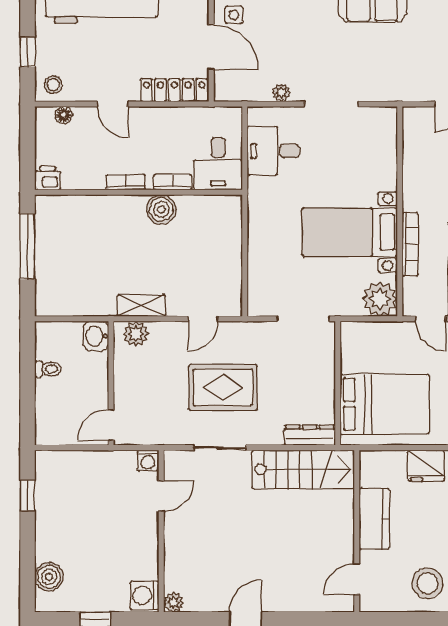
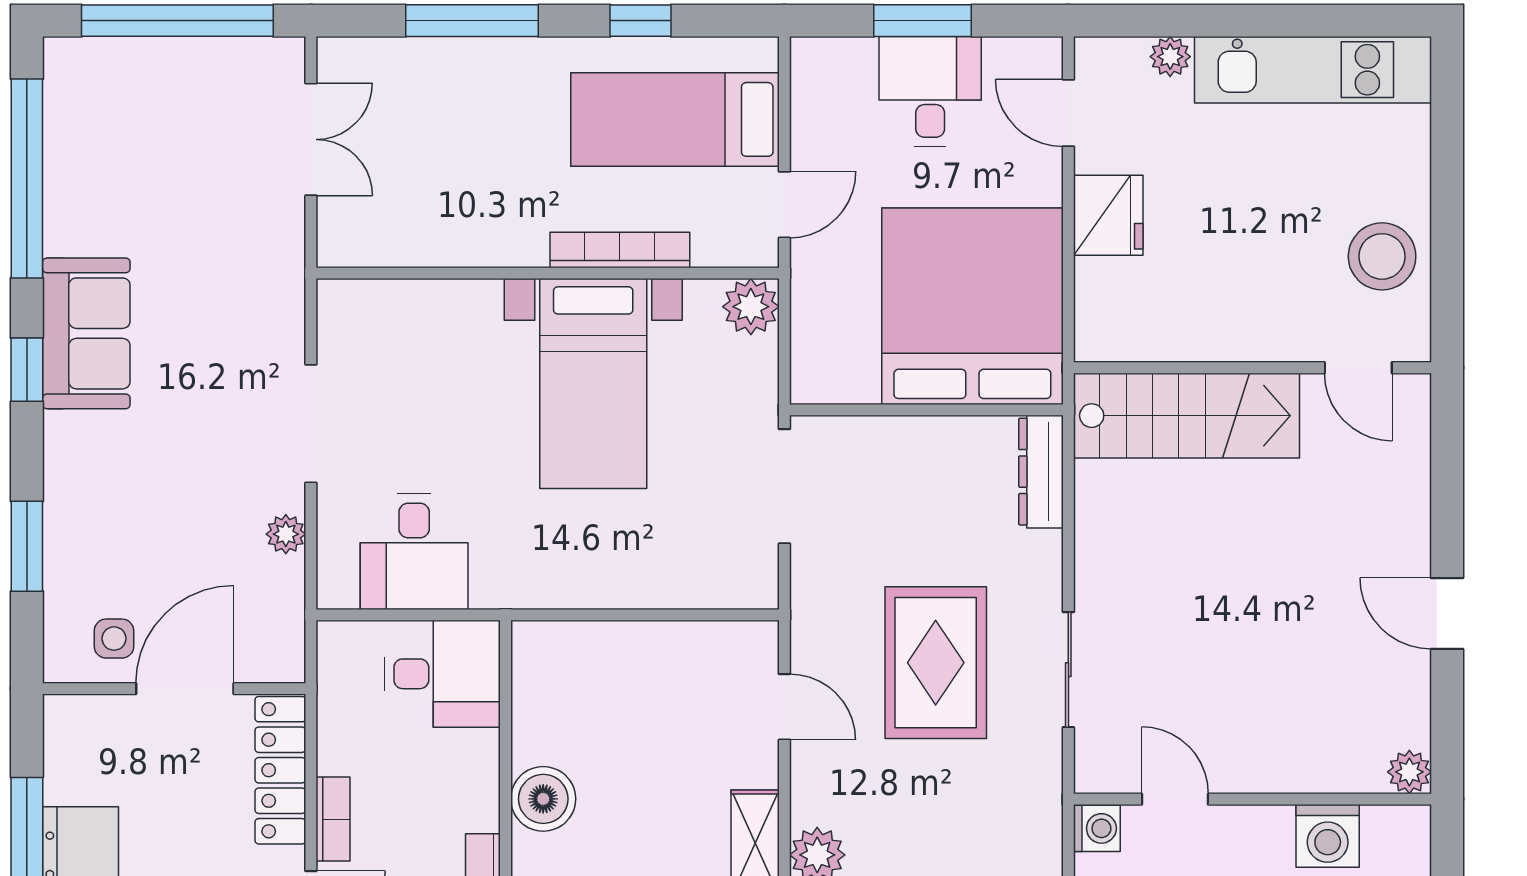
bookcase: (173, 182) -> (333, 819), moved, turned 180
plant: (380, 299) -> (751, 307), width x0.73, depth x0.73
bed: (385, 404) -> (972, 306), width x1.36
stairs: (303, 469) -> (1187, 416), moved, turned 90
kitchen counter: (374, 519) -> (1226, 329), removed
stool: (427, 583) -> (1382, 256), moved
washing machine: (144, 595) -> (1328, 836), moved

